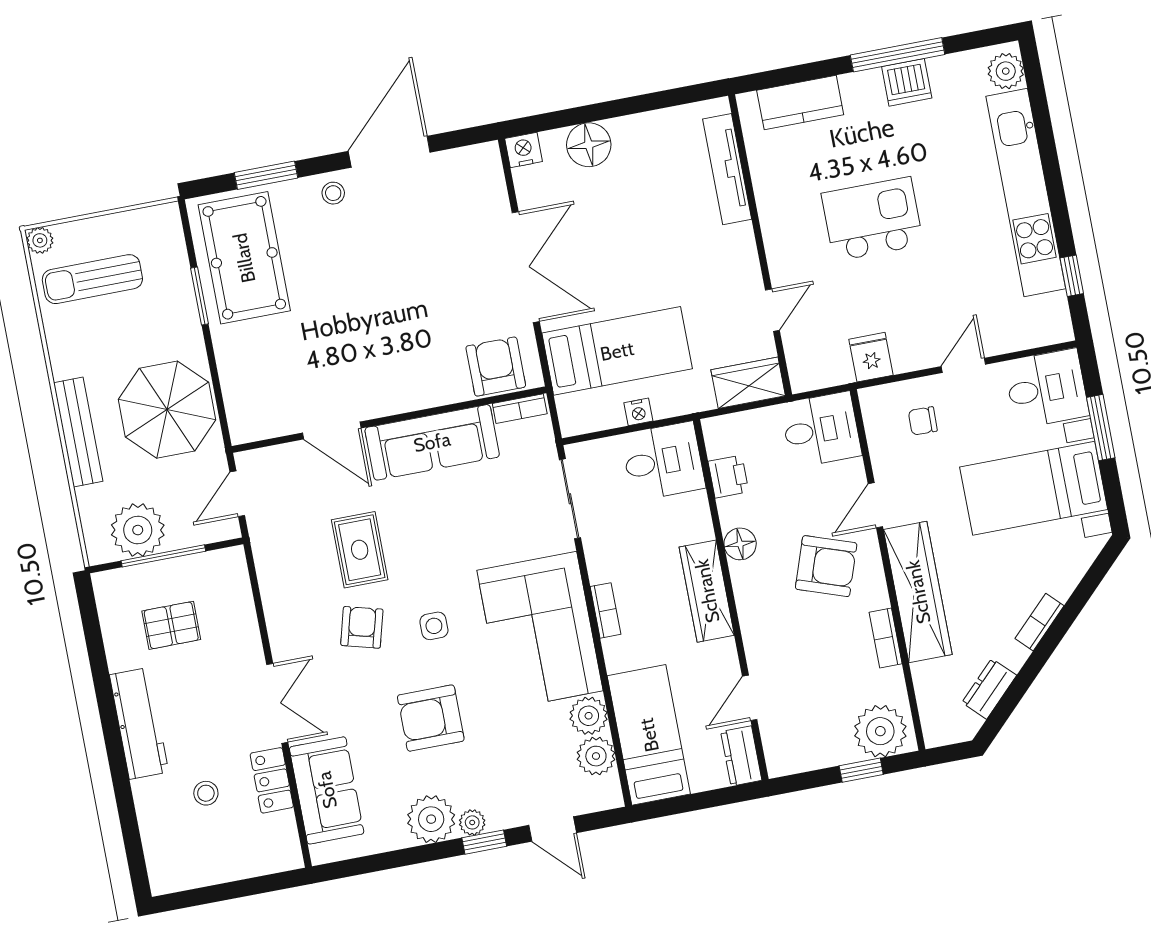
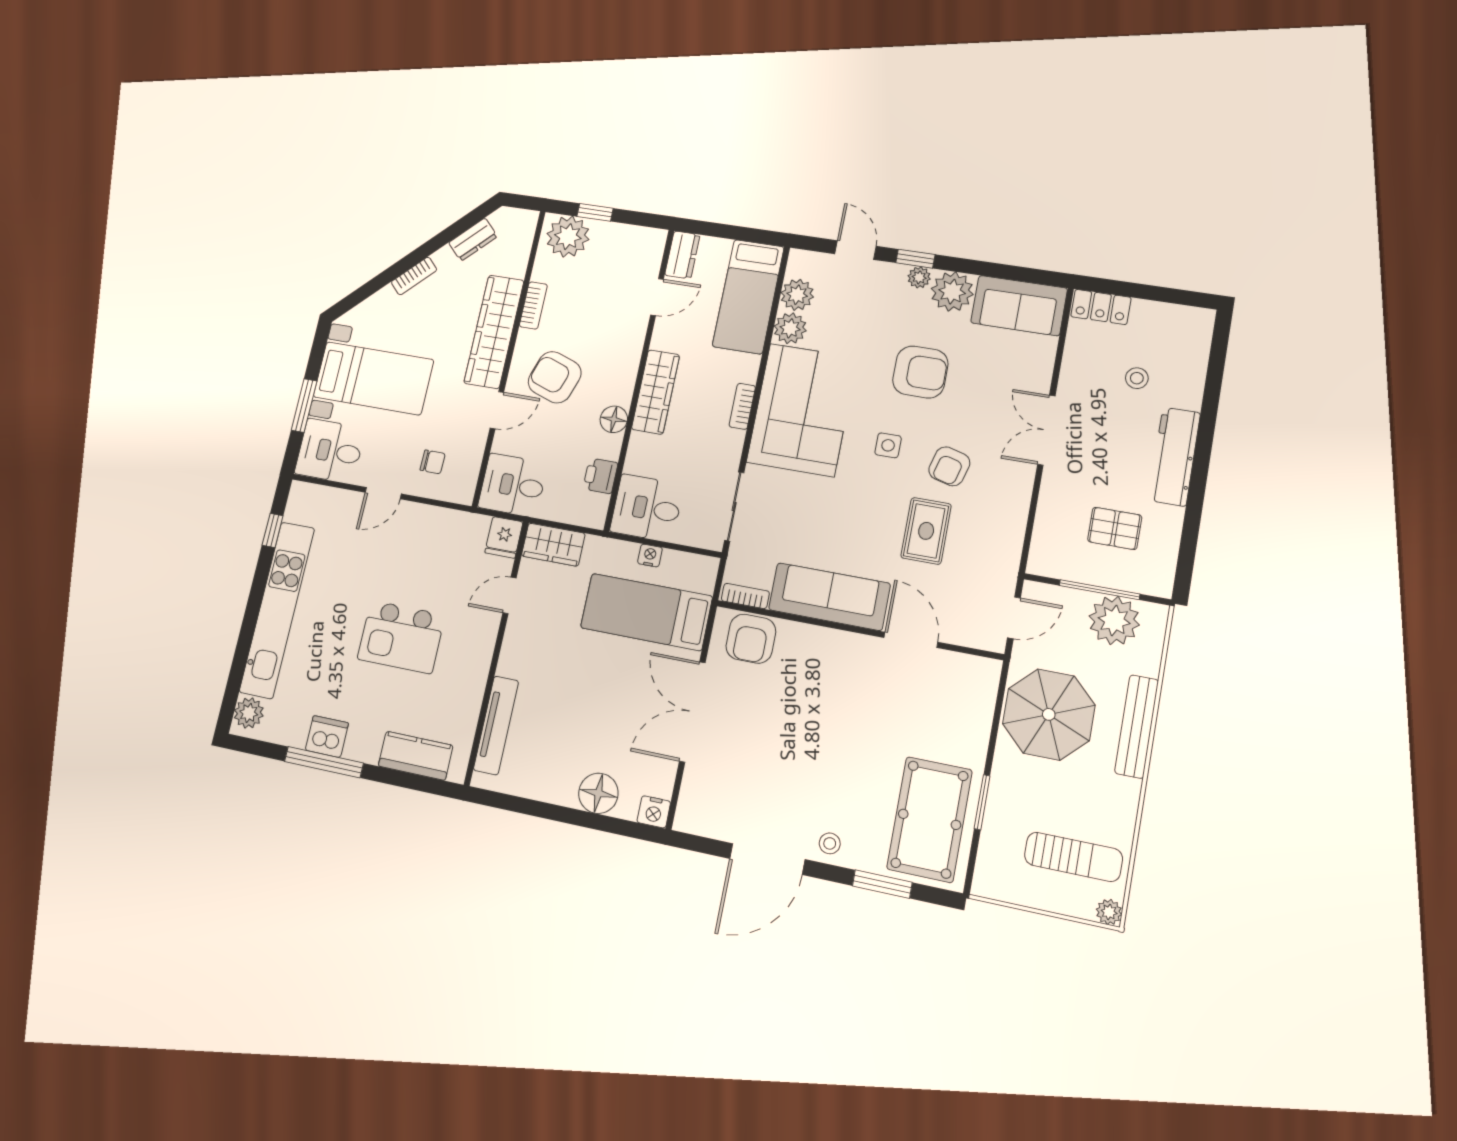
fridge: (871, 357) -> (504, 537), moved
locker: (272, 780) -> (1101, 307), moved, turned 90
sofa: (327, 790) -> (1019, 306), moved, turned -90

